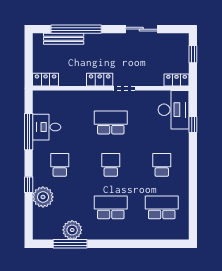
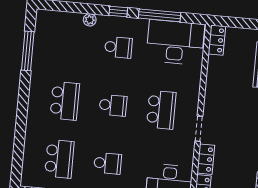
locker: (100, 80) -> (206, 159), moved
desk: (47, 127) -> (175, 42), width x1.87, depth x1.30
window: (29, 185) -> (118, 12), moved
plant: (43, 197) -> (90, 20), width x0.53, depth x0.53
plant: (72, 230) -> (43, 55), removed

